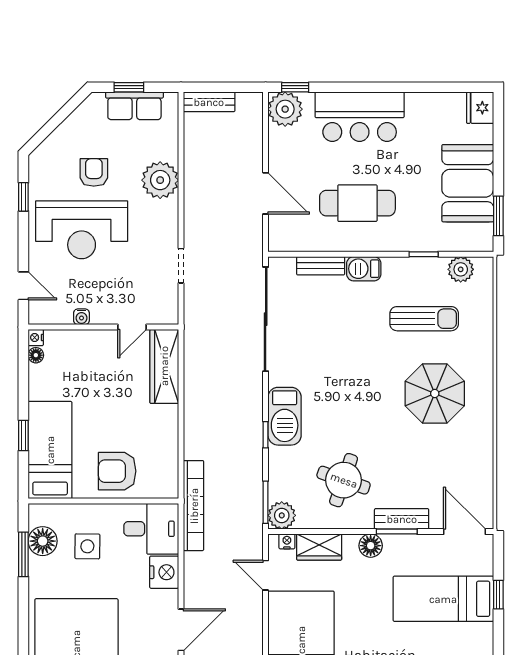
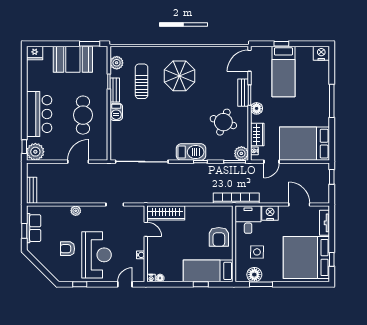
plant: (160, 180) -> (76, 211), width x0.53, depth x0.53
bench: (321, 266) -> (115, 90), moved

